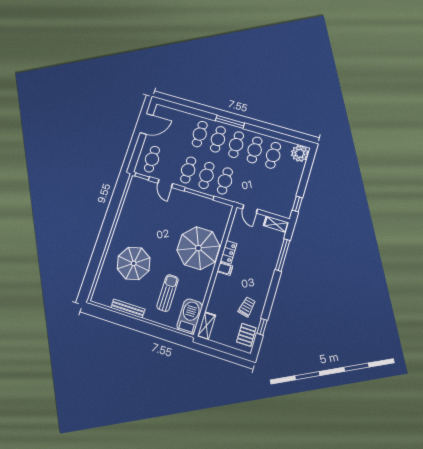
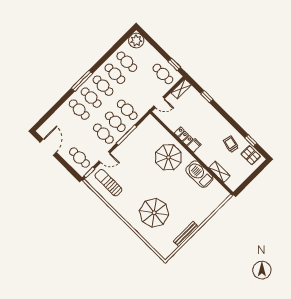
cafe table: (281, 198) -> (163, 74), added
parasol: (198, 248) -> (168, 157), width x0.73, depth x0.73
window: (283, 255) -> (207, 97), width x0.46
sun lounger: (168, 293) -> (108, 183), moved
barbecue: (190, 316) -> (199, 174), moved
shelving: (206, 326) -> (219, 172), moved

